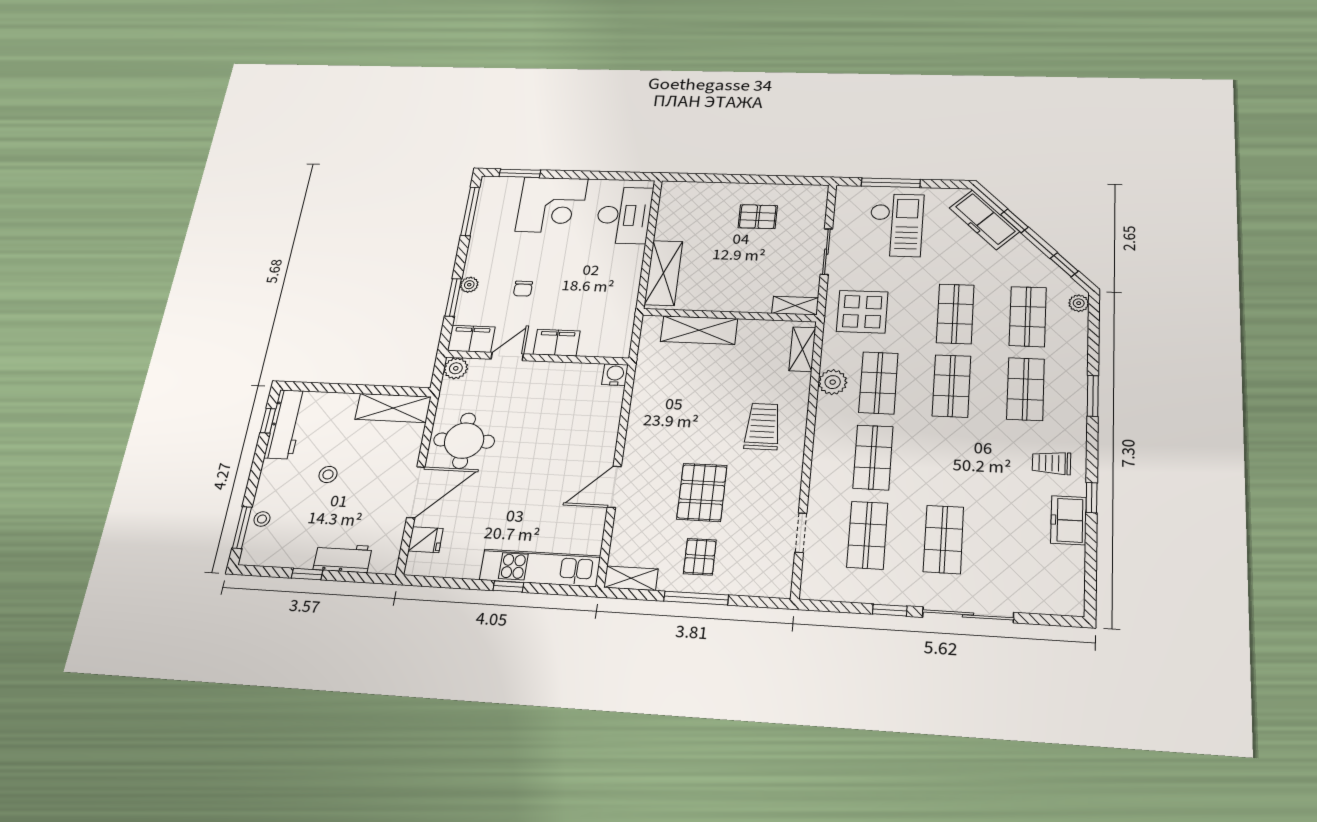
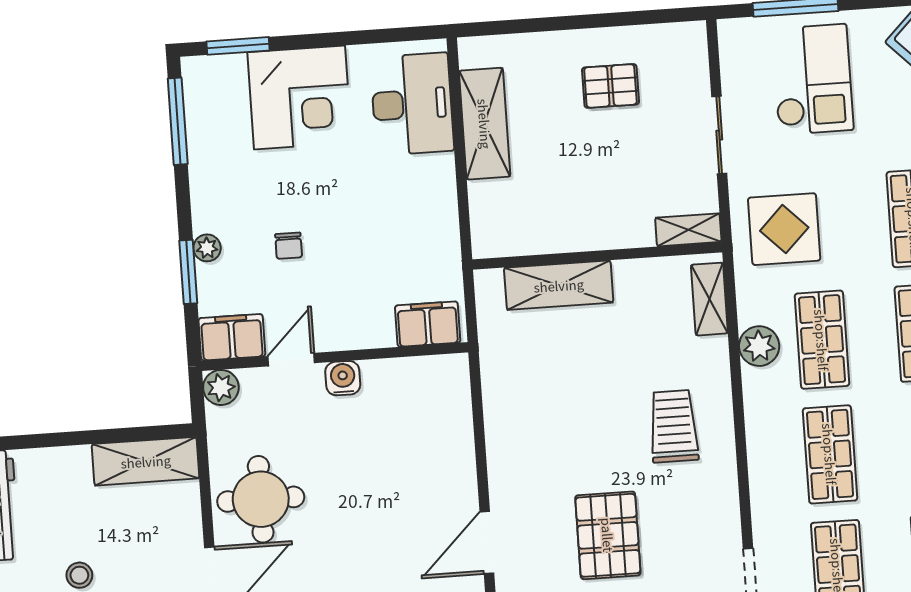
shelving: (663, 273) -> (485, 124), moved
filing cabinet: (557, 343) -> (428, 324), moved
water cooler: (615, 375) -> (343, 378), moved

